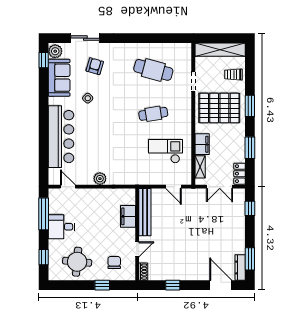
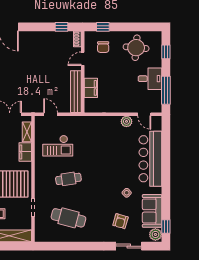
plant: (100, 179) -> (126, 121), moved
window: (102, 285) -> (103, 27), moved
window: (173, 285) -> (62, 27), moved

